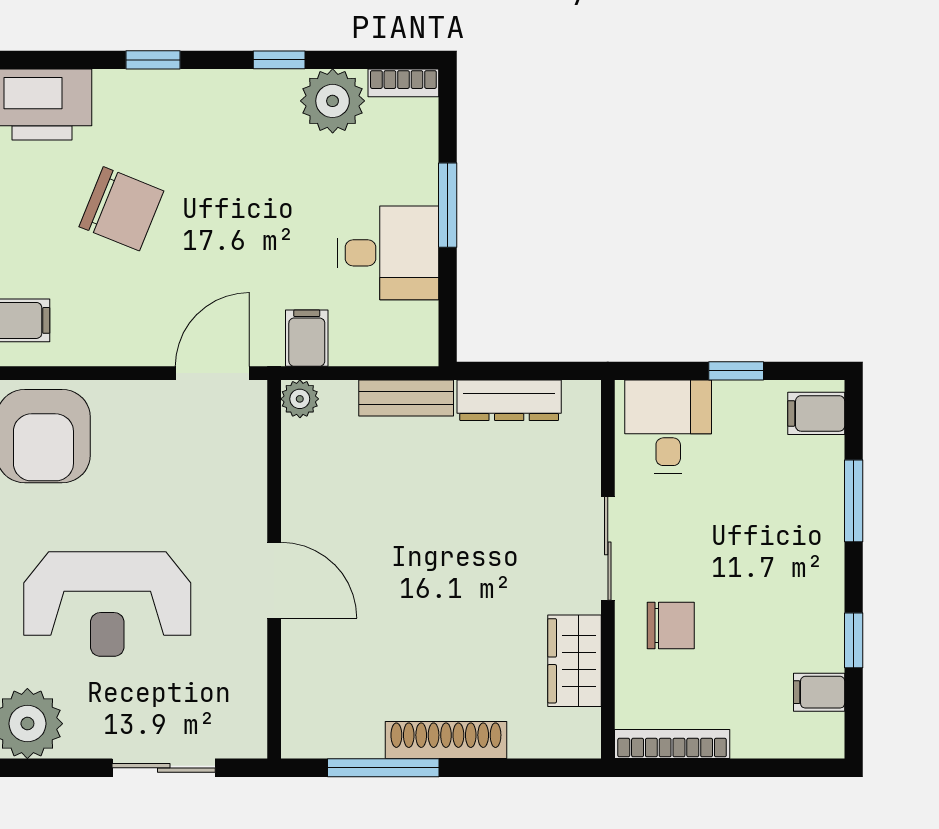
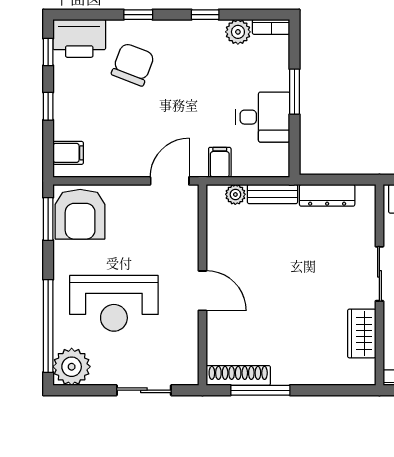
plant: (333, 101) -> (238, 32), width x0.73, depth x0.73
chair: (121, 209) -> (133, 64), moved, turned -91
plant: (300, 399) -> (235, 194), moved
shoe rack: (446, 740) -> (238, 375), moved

